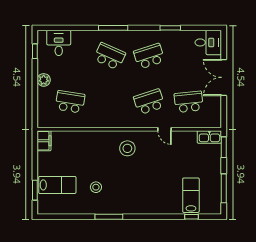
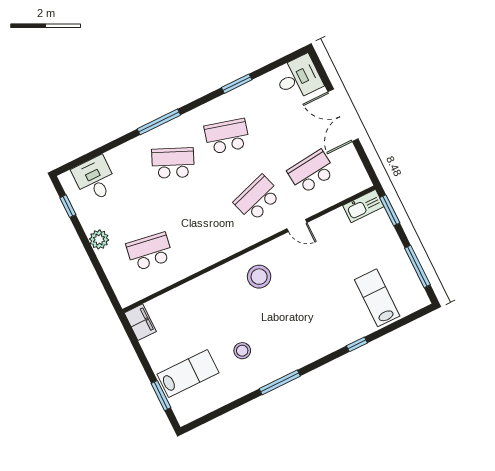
school desk: (149, 56) -> (227, 136), turned 33
window: (191, 217) -> (357, 344), moved

